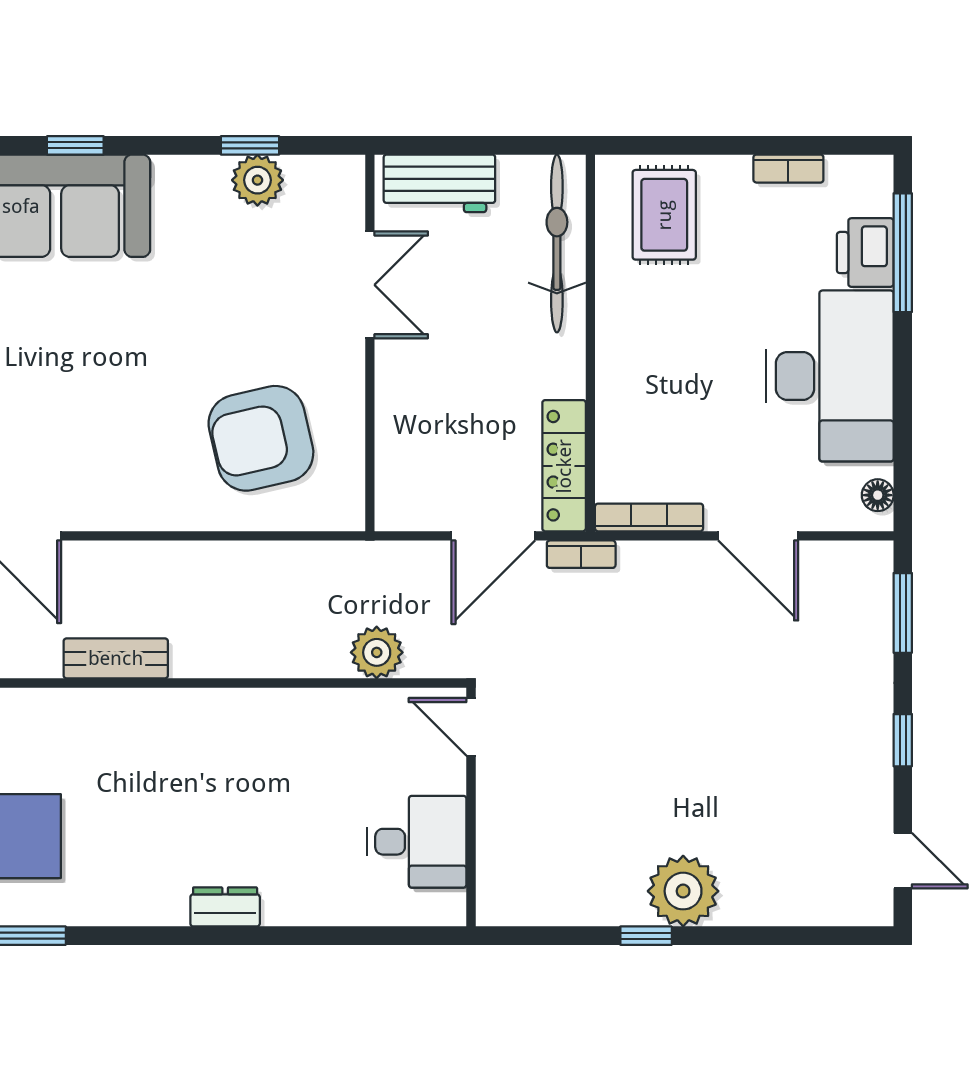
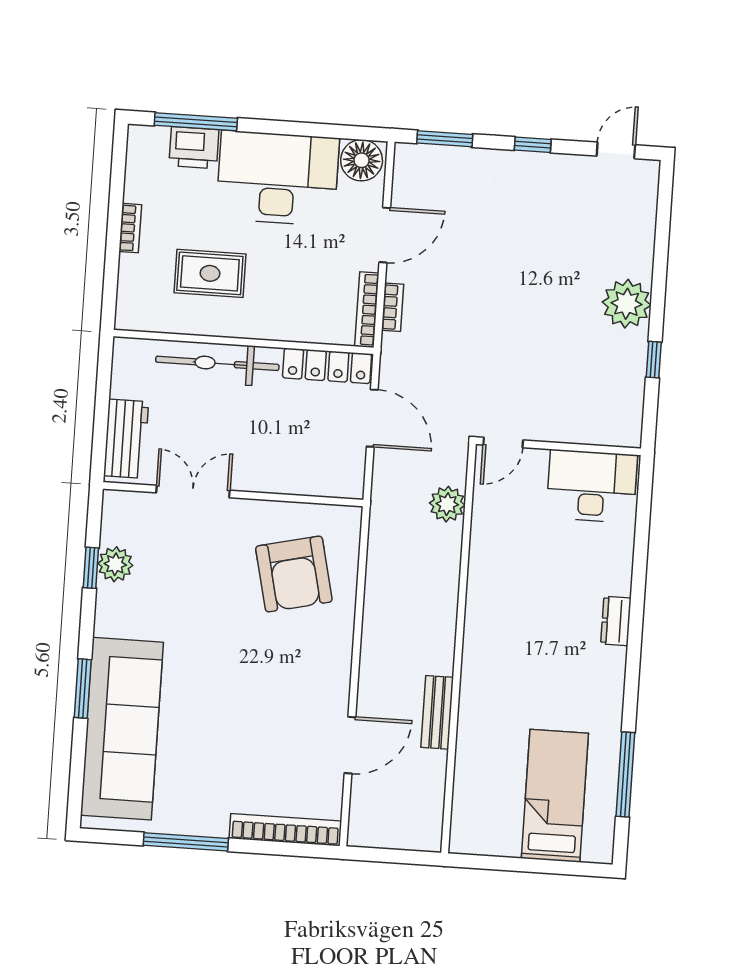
window: (75, 145) -> (83, 689), width x1.50
bookcase: (788, 169) -> (130, 228), moved
rug: (664, 215) -> (210, 273), moved
bicycle: (557, 244) -> (217, 363), moved
floor lamp: (878, 495) -> (362, 160), width x1.89, depth x1.89
bookcase: (581, 554) -> (393, 307), moved
bench: (116, 658) -> (437, 712), moved
desk: (417, 842) -> (592, 486), width x1.37
window: (646, 936) -> (654, 360), moved

